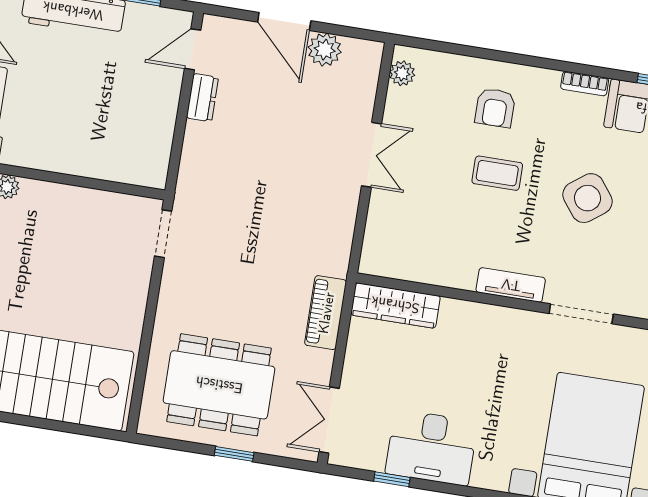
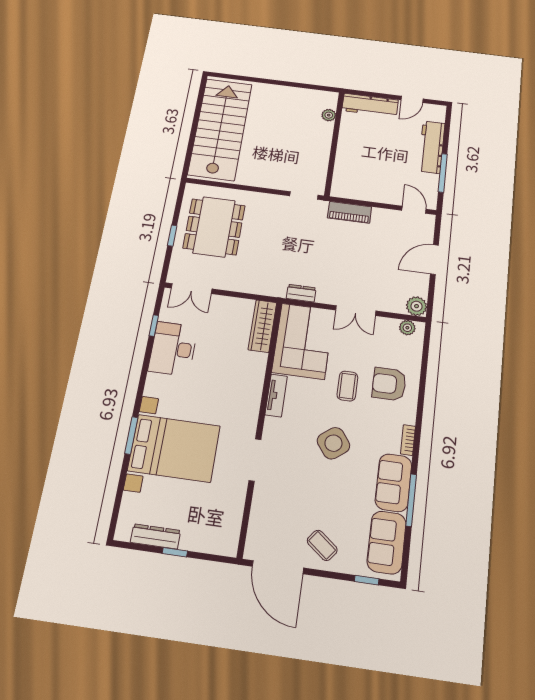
plant: (325, 50) -> (417, 306), moved
dresser: (202, 98) -> (301, 293), moved, turned 180
armchair: (495, 108) -> (389, 384), width x1.38, depth x1.38
corner sofa: (422, 241) -> (303, 341), added
piano: (326, 313) -> (349, 212), moved, turned 180
doorway: (581, 314) -> (255, 460), moved
double door: (329, 420) -> (192, 289), swing flipped

